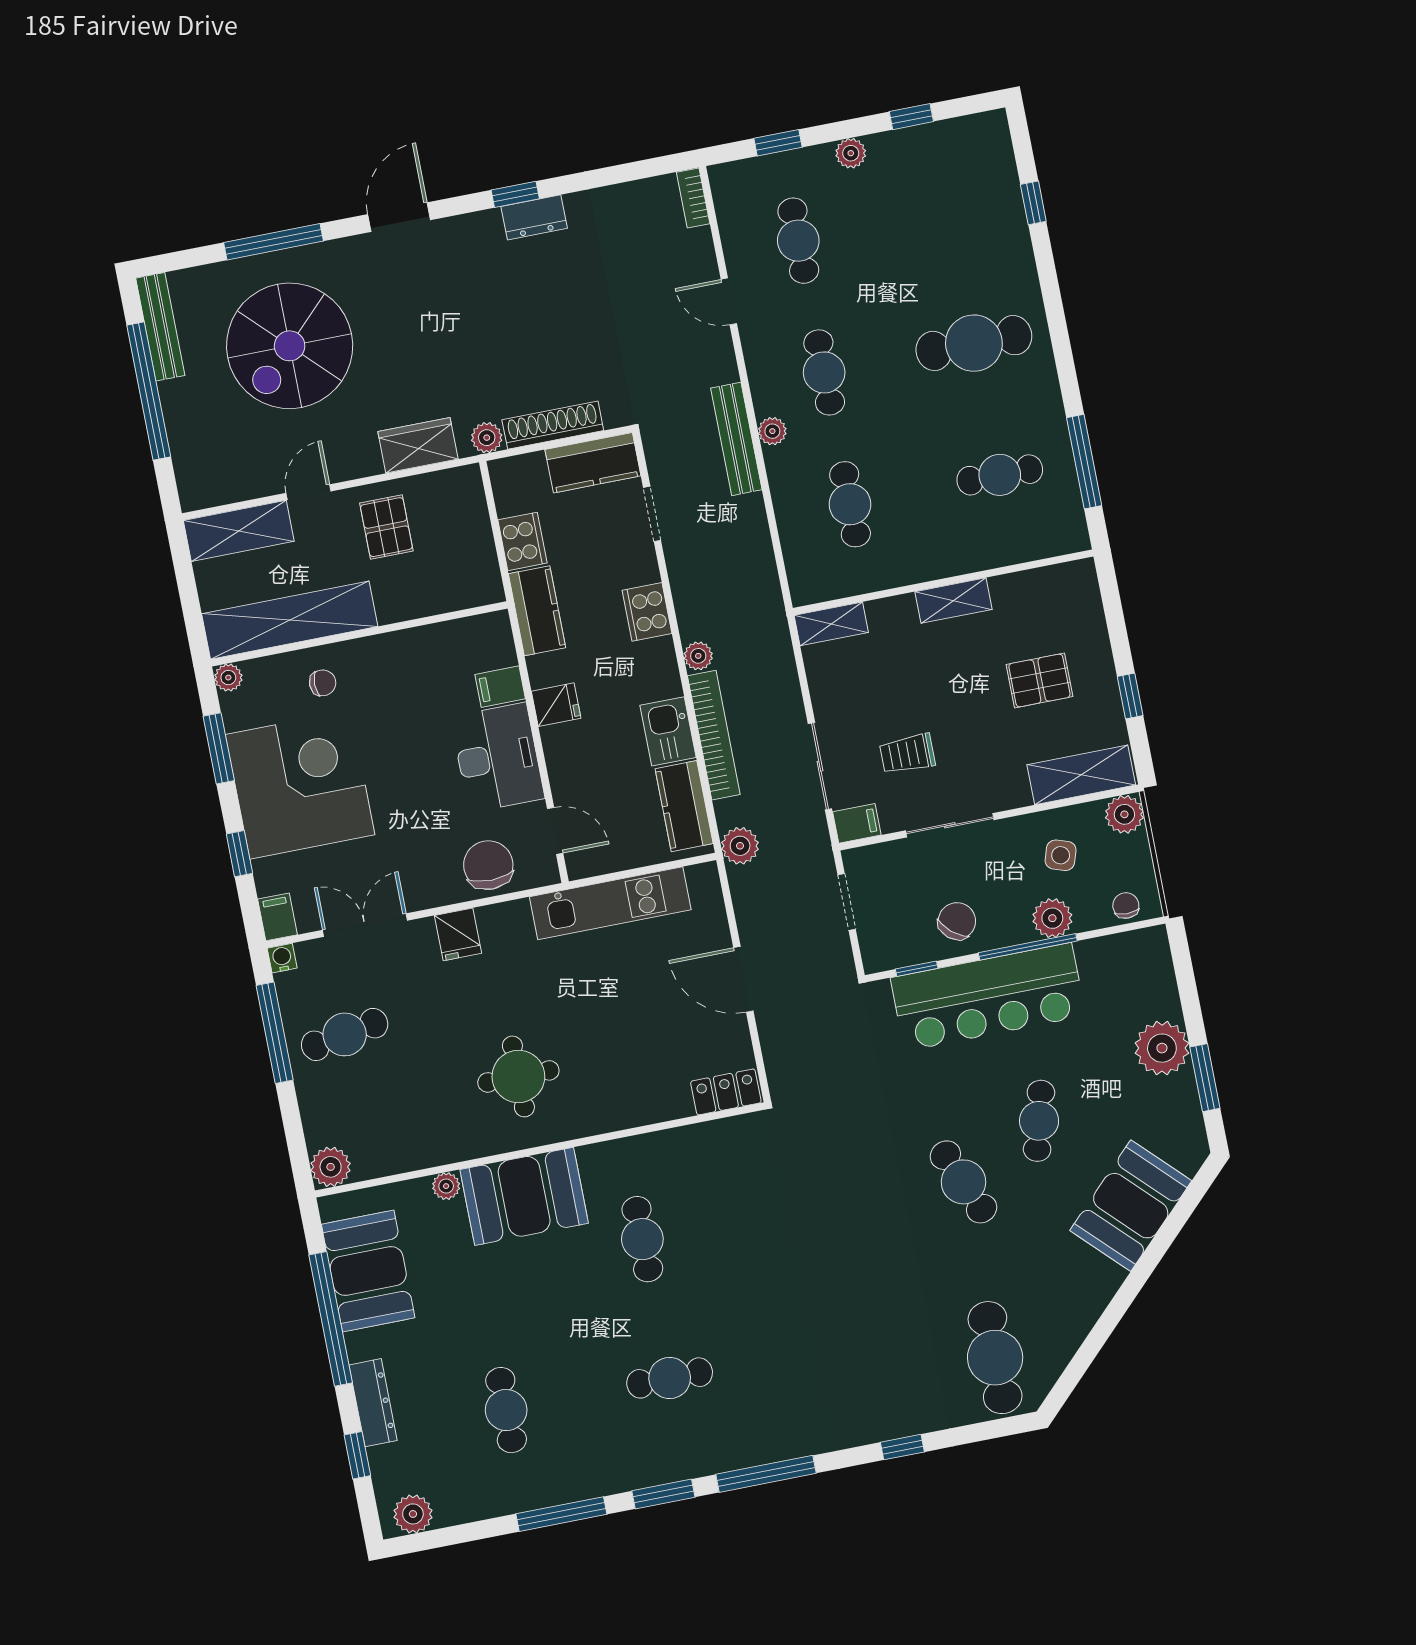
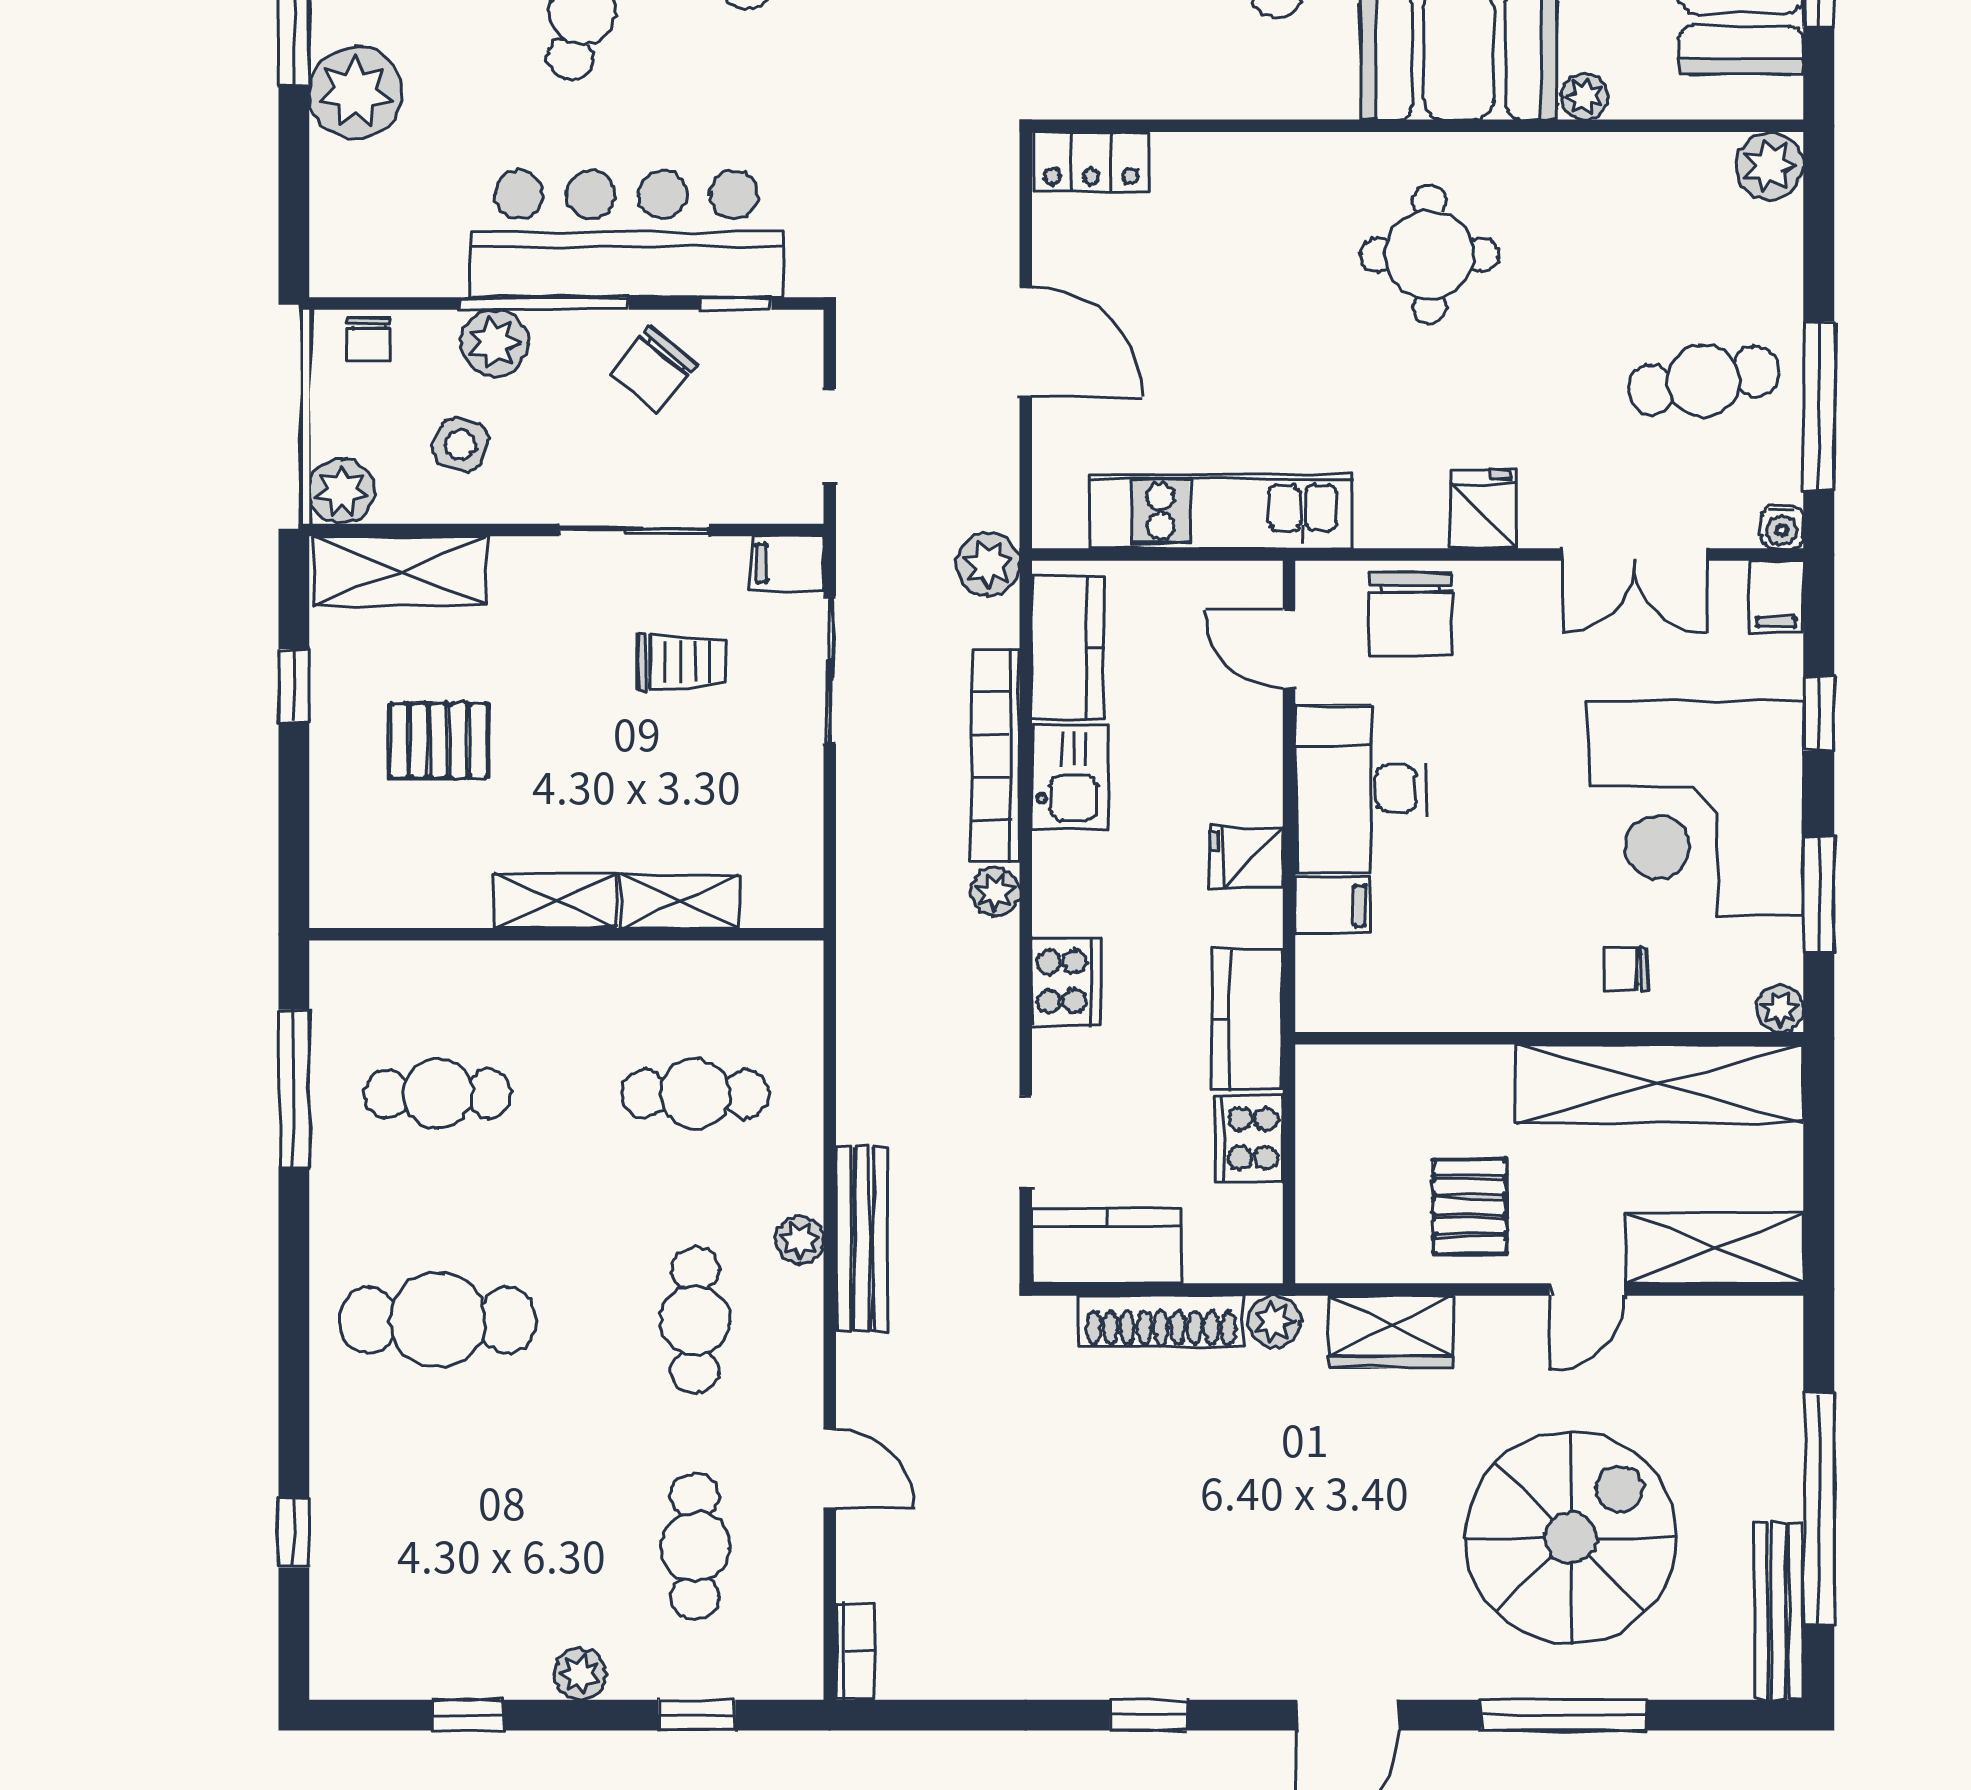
dresser: (534, 217) -> (1125, 1671), removed
cafe table: (850, 504) -> (695, 1094), turned 90
shelving: (831, 624) -> (680, 902), moved

